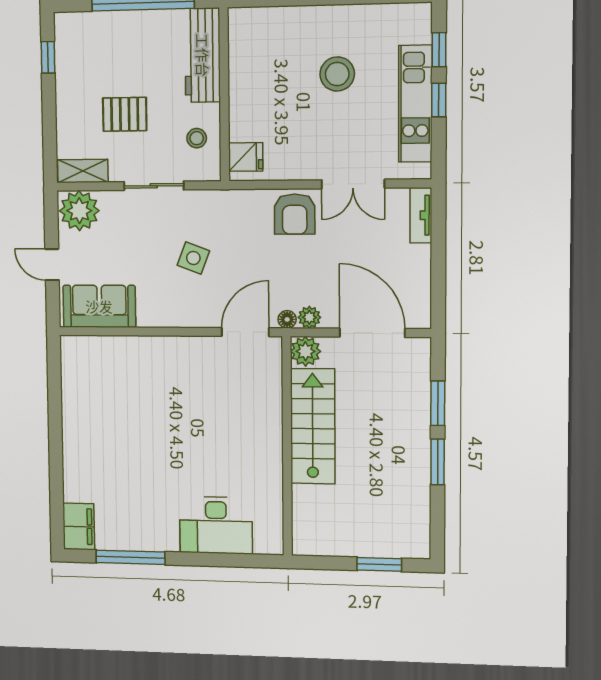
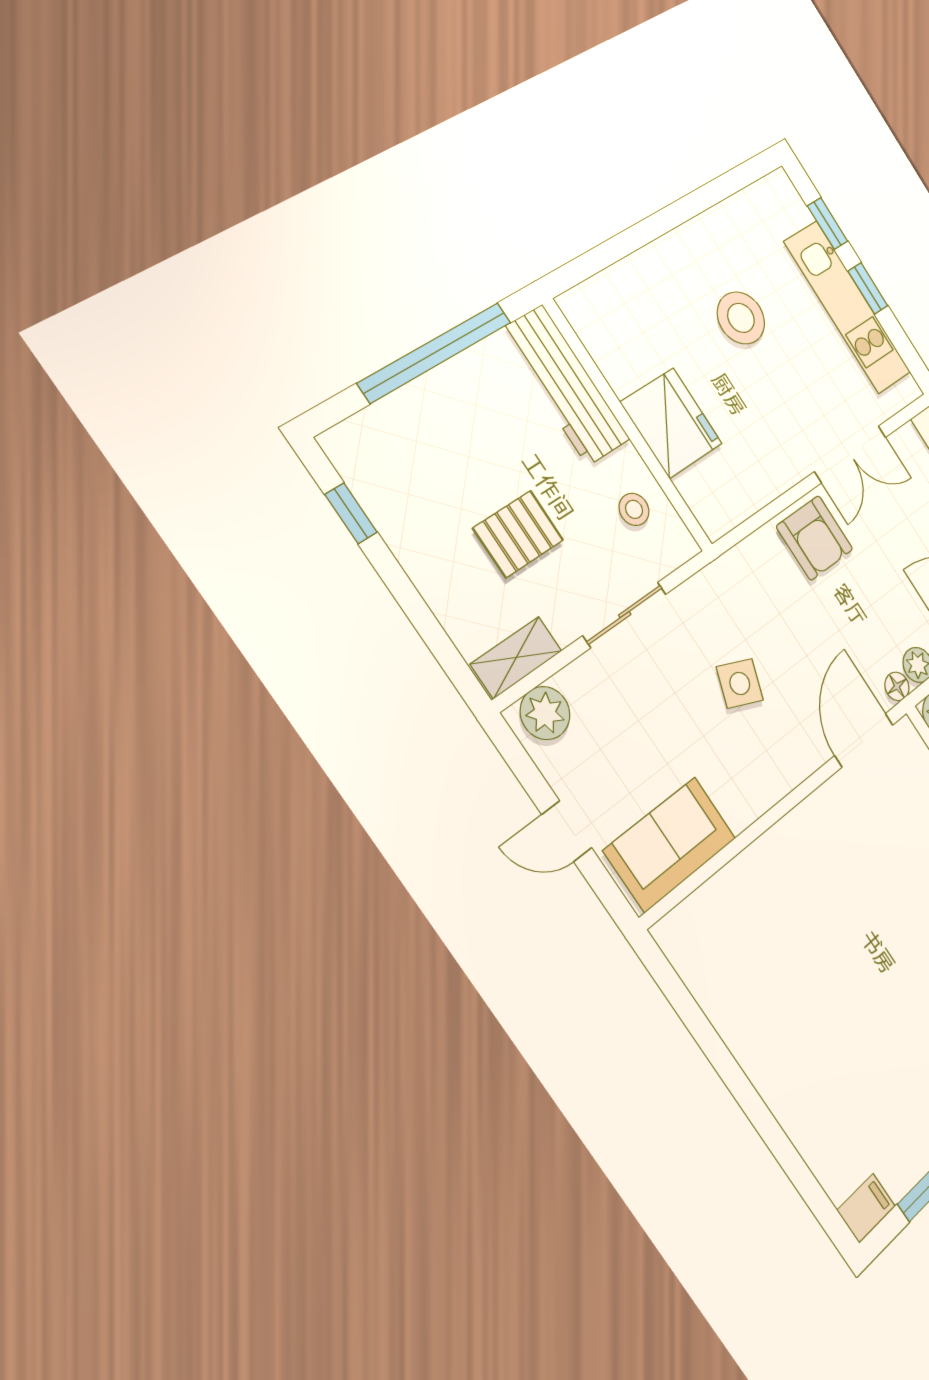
fridge: (246, 157) -> (671, 423), moved, width x1.88, depth x1.34
plant: (79, 211) -> (545, 713), width x0.73, depth x0.73
filing cabinet: (79, 526) -> (866, 1208), width x0.50

